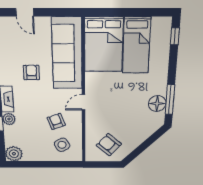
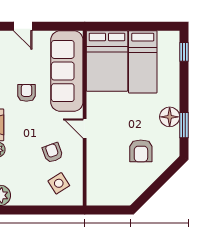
window: (170, 100) -> (184, 125), width x0.69
door: (83, 102) -> (85, 128), hinge flipped
floor lamp: (157, 104) -> (170, 117), moved
armchair: (109, 145) -> (141, 151), moved, turned -131

